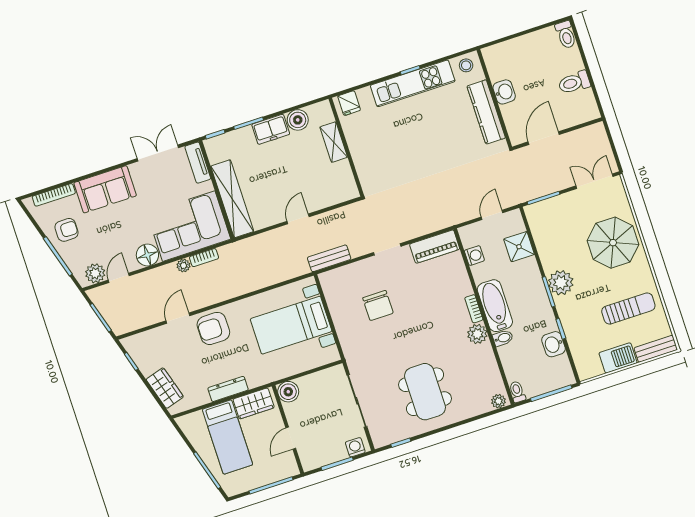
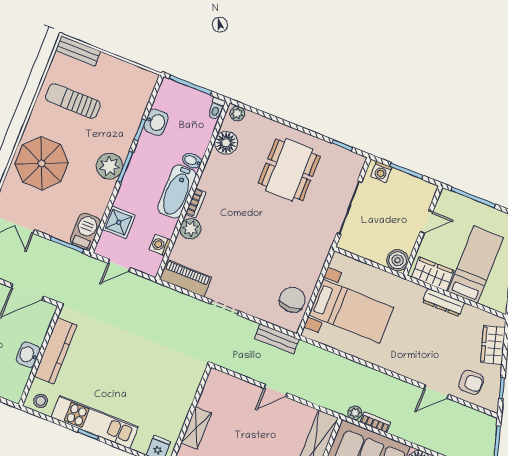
plant: (183, 266) -> (355, 413), moved
chair: (378, 305) -> (292, 300), moved
armchair: (213, 328) -> (471, 382), moved, width x0.72, depth x0.72
plant: (477, 334) -> (190, 229), moved
barbecue: (618, 358) -> (85, 231), moved, turned 90
floor lamp: (489, 372) -> (226, 143), added

